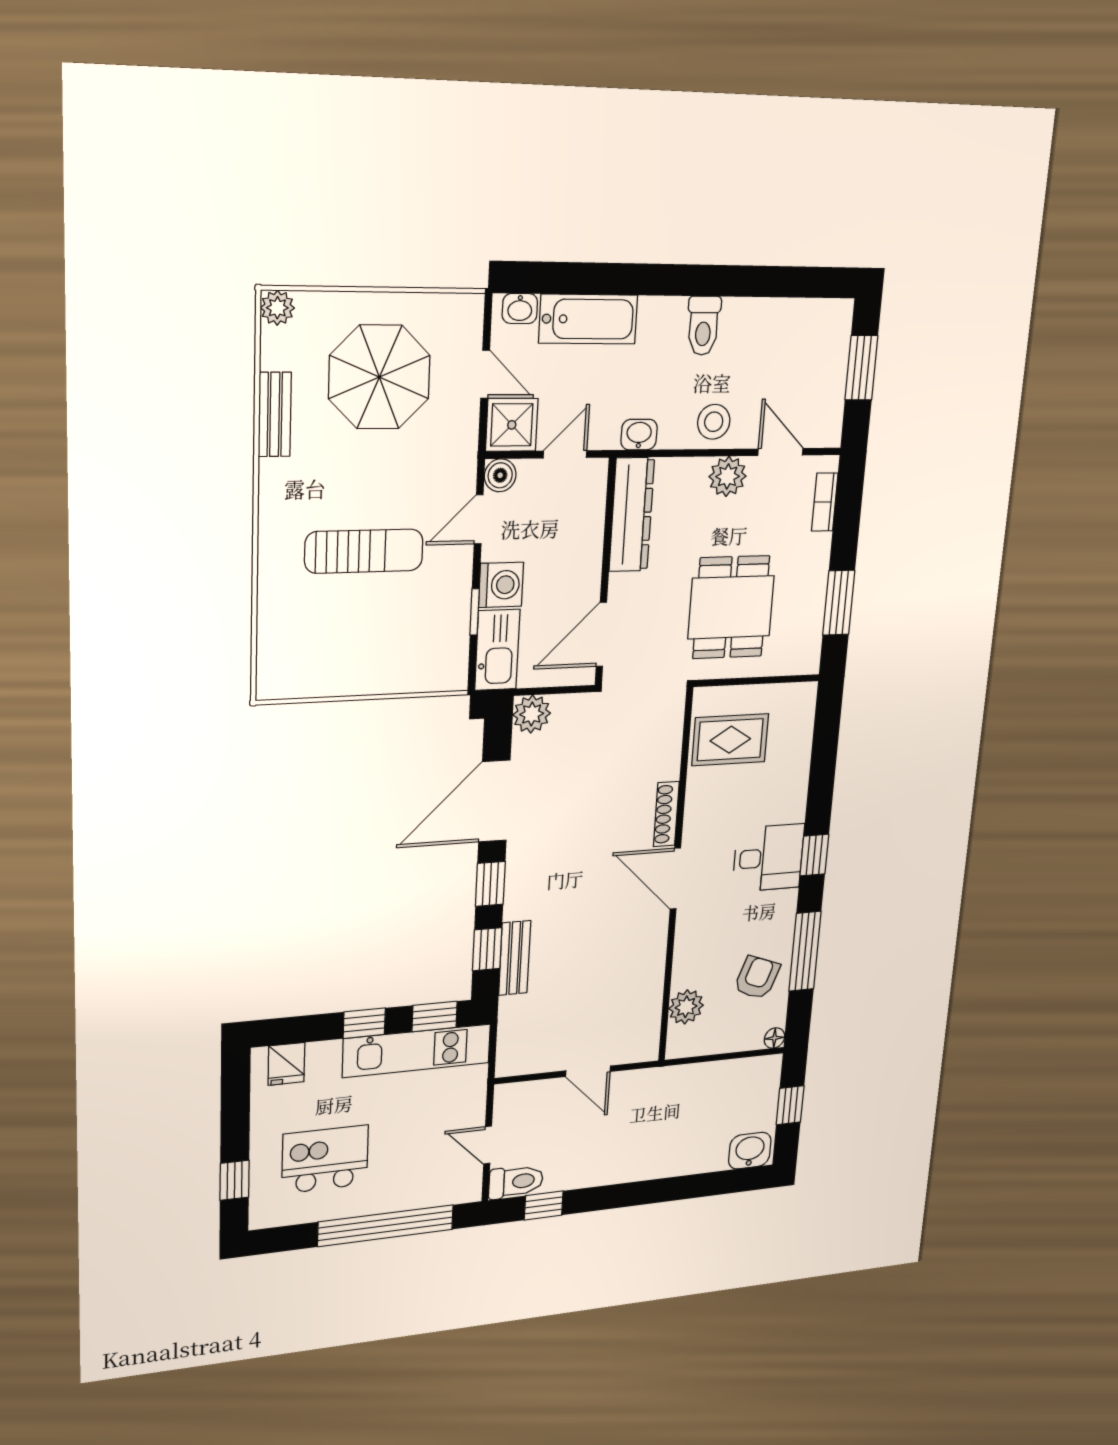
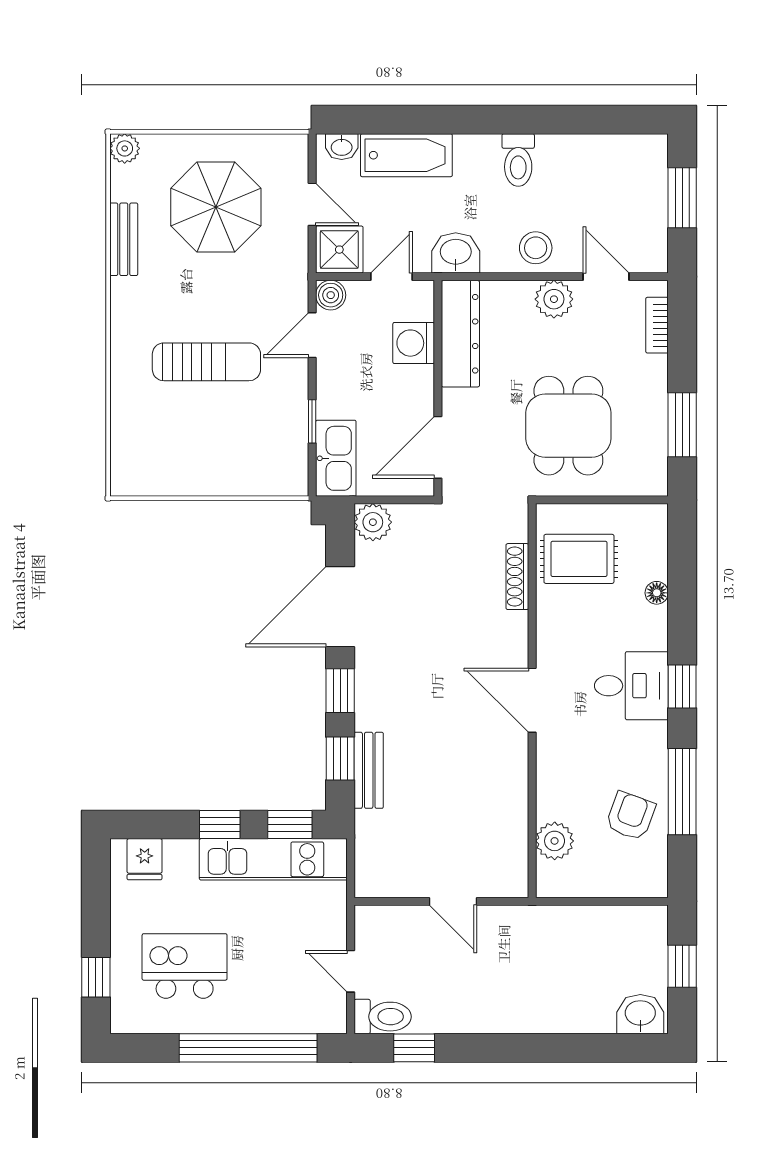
washbasin: (639, 435) -> (456, 253), width x1.38, depth x1.45
washing machine: (501, 585) -> (414, 343), moved, turned 180
shoe rack: (666, 814) -> (517, 577), moved
floor lamp: (774, 1038) -> (657, 593), moved

